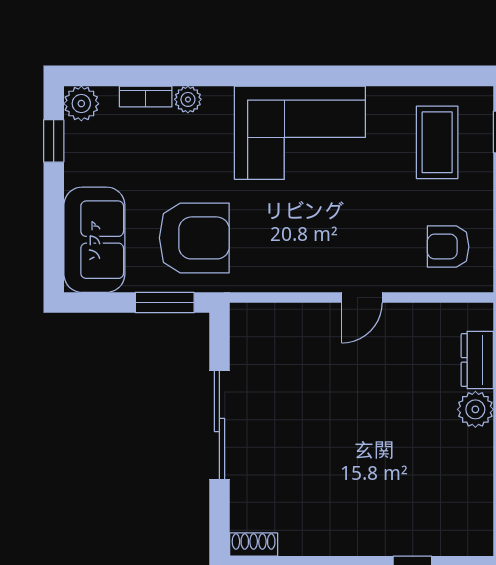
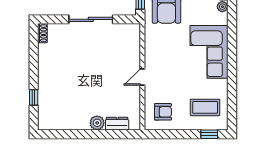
armchair: (448, 247) -> (163, 112), turned 90
door: (362, 297) -> (142, 77), hinge flipped

